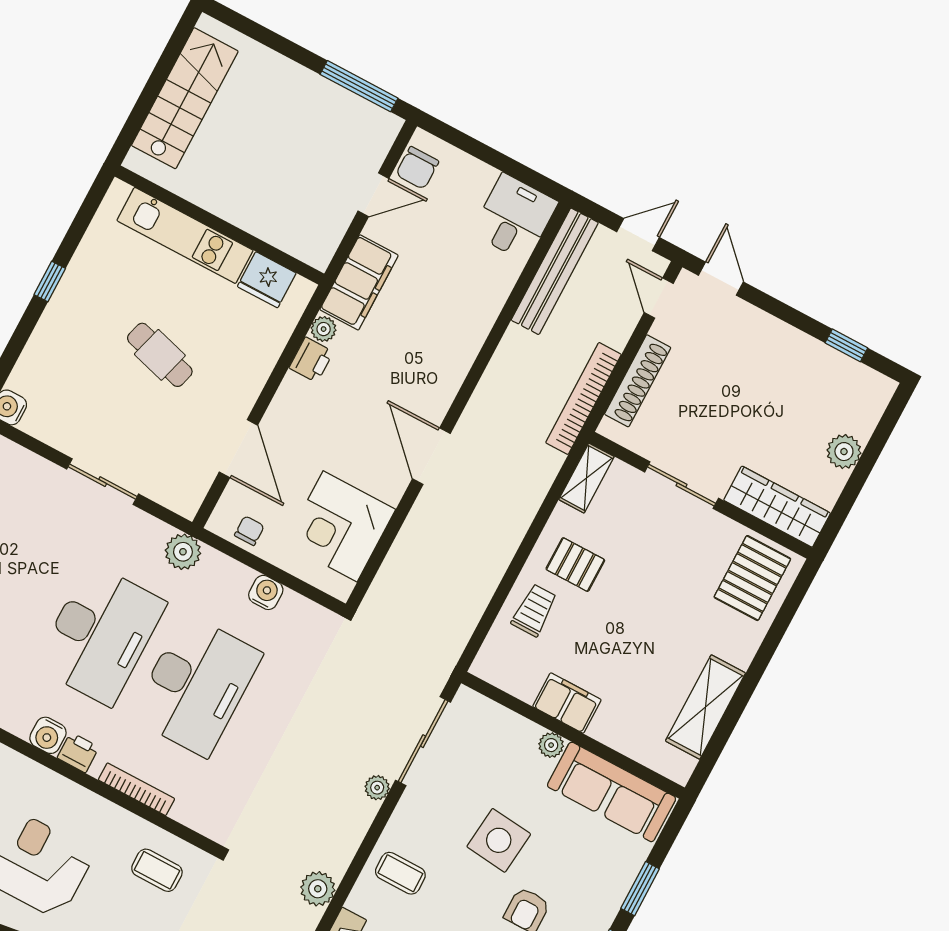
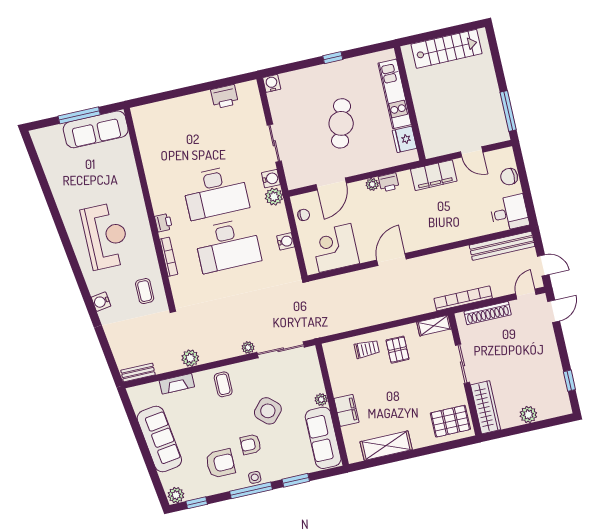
chair: (417, 168) -> (509, 177), moved
plant: (324, 329) -> (372, 184), moved
cafe table: (160, 355) -> (341, 123), width x1.37, depth x1.35
filing cabinet: (567, 703) -> (346, 410), moved
water cooler: (48, 735) -> (271, 179), moved, turned 180
side table: (499, 840) -> (268, 411), turned 36

